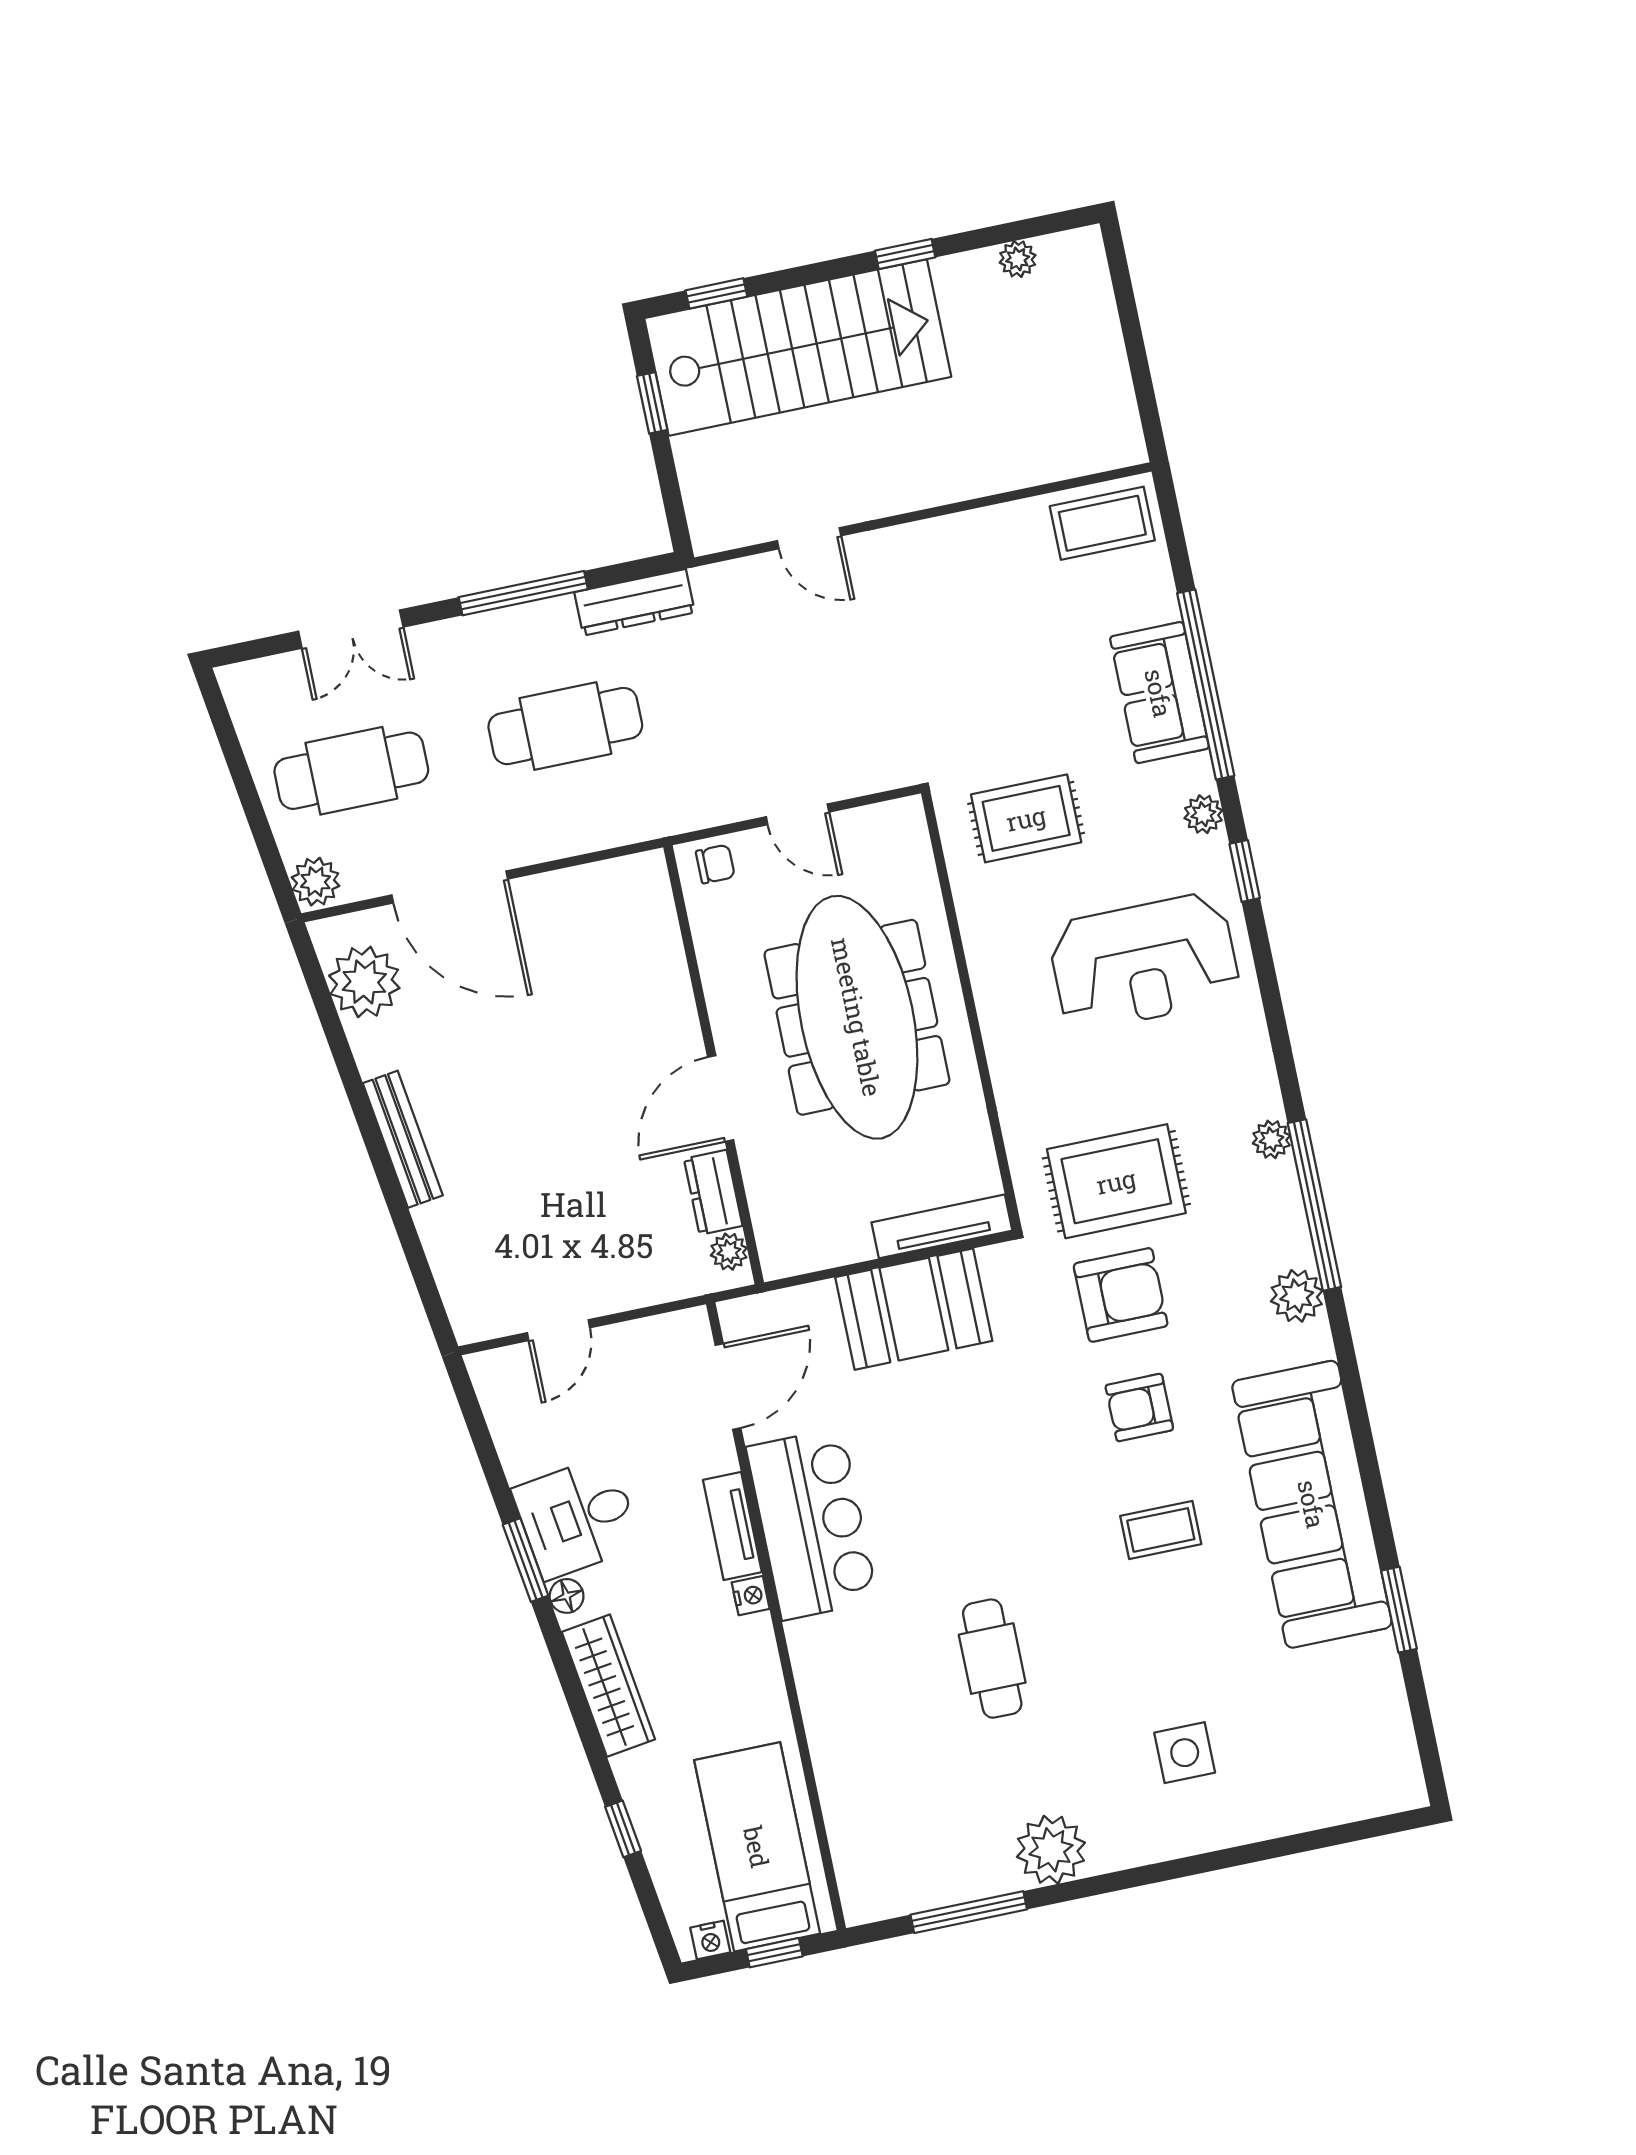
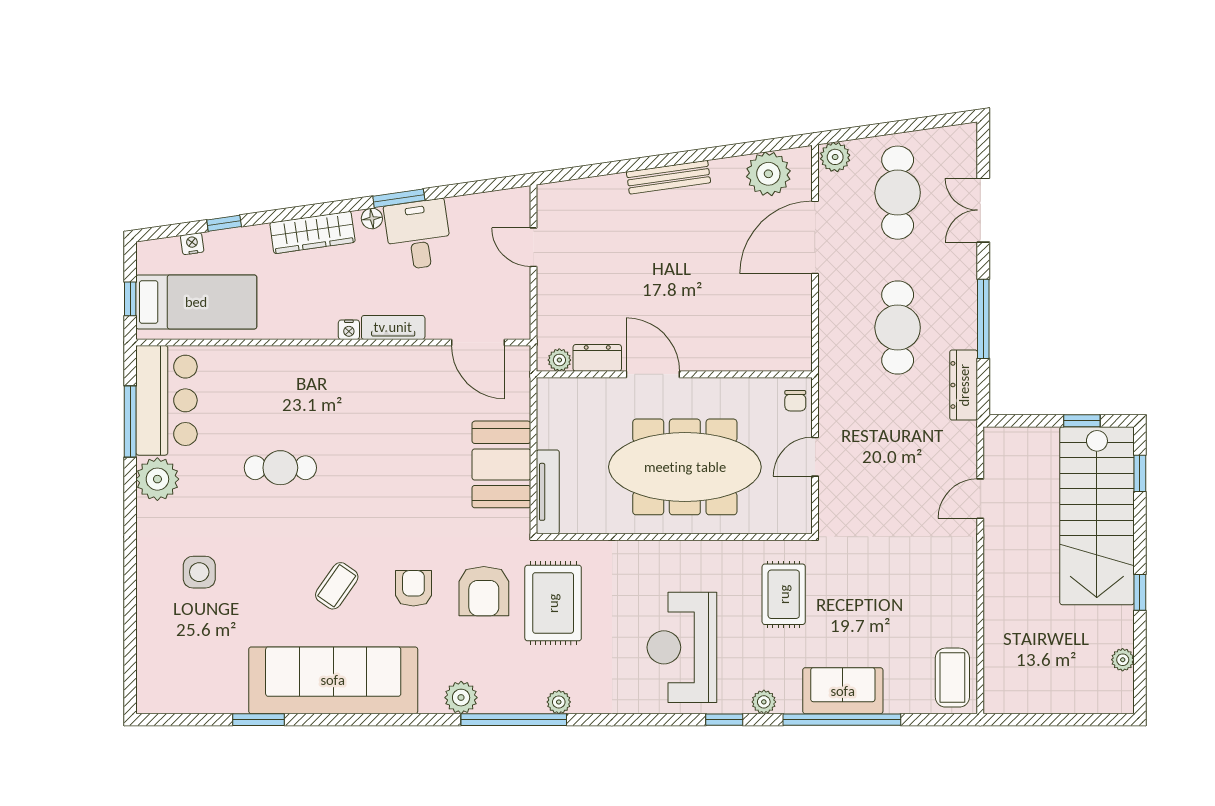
bar counter: (812, 1524) -> (166, 400), moved, turned -90
coffee table: (1161, 1530) -> (337, 586), turned 35
nightstand: (710, 1940) -> (192, 244), moved, turned 82

